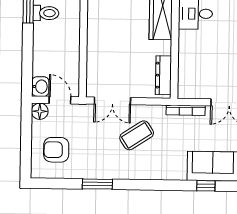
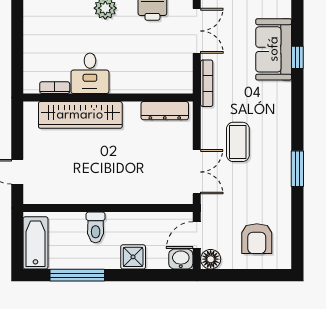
toilet: (46, 13) -> (96, 227), moved, turned 180
shower: (43, 47) -> (133, 257), added
coffee table: (137, 135) -> (238, 142), turned 33
window: (97, 184) -> (297, 169), moved

